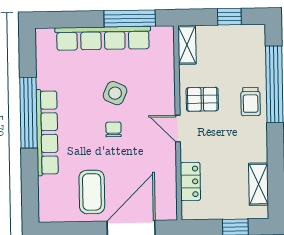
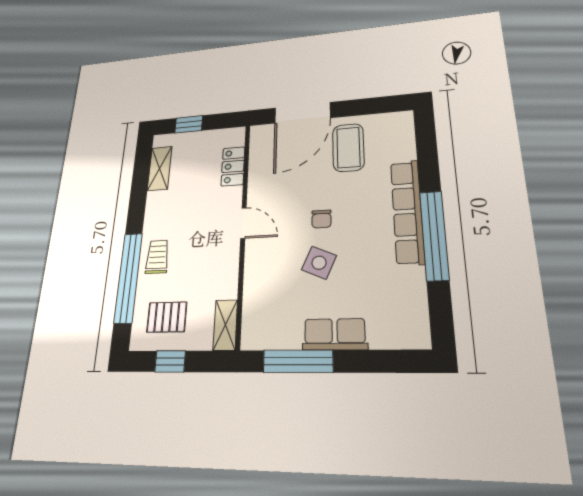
row of seats: (103, 38) -> (335, 334), width x0.50
pallet: (202, 99) -> (167, 317), moved

